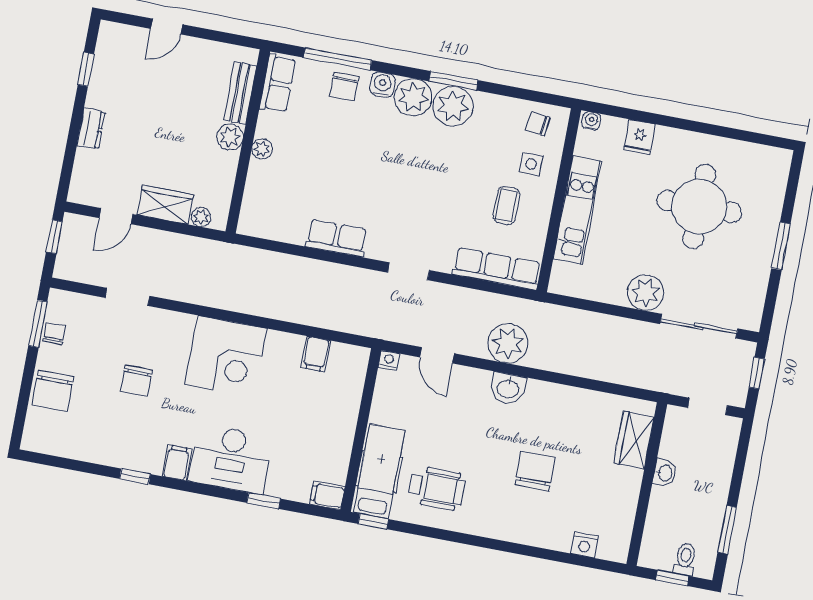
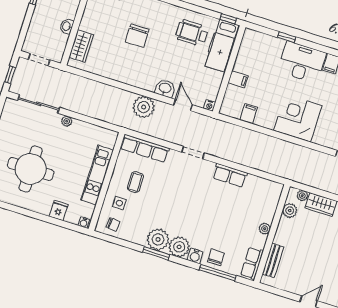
plant: (230, 137) -> (290, 211), moved
plant: (646, 293) -> (67, 121), width x0.53, depth x0.53
washbasin: (508, 388) -> (165, 88), moved
filing cabinet: (327, 495) -> (238, 79), moved

